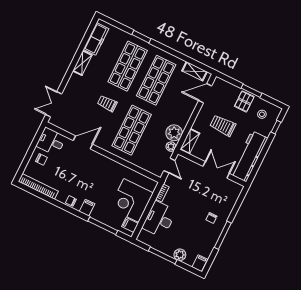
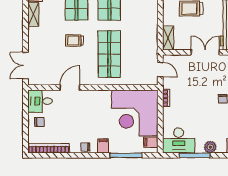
plant: (174, 133) -> (150, 37), removed
plant: (171, 147) -> (153, 51), removed
corner desk: (131, 200) -> (135, 113), width x1.36, depth x1.36
desk: (159, 219) -> (179, 140), moved, turned -90

